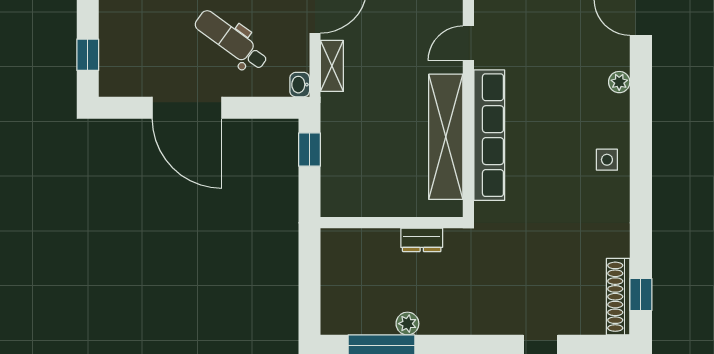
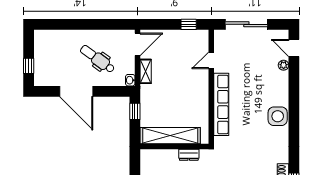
plant: (619, 82) -> (284, 65), moved
shelving: (446, 137) -> (170, 136), moved, turned 90
side table: (607, 160) -> (278, 116), width x1.87, depth x1.87

